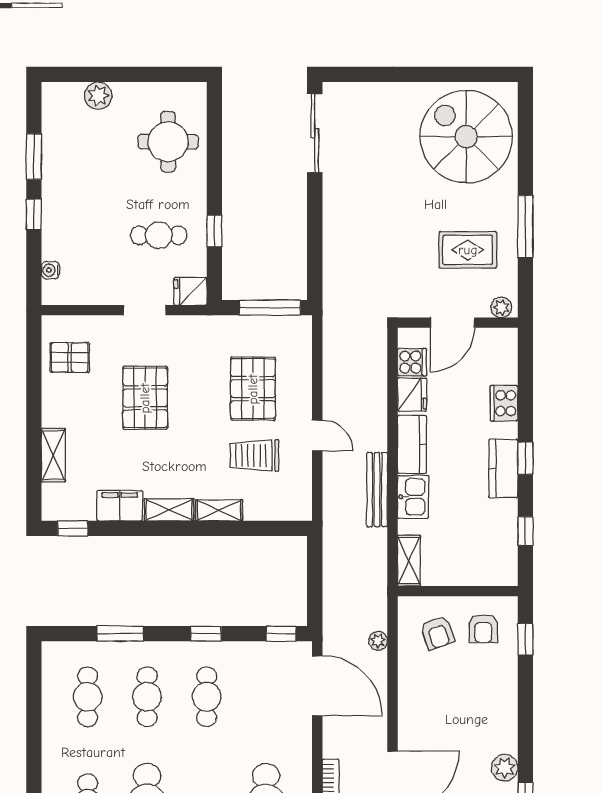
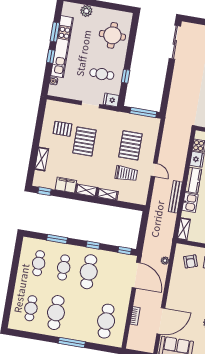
kitchen unit: (56, 188) -> (62, 47), added
pallet: (70, 358) -> (63, 129), moved
trolley: (254, 455) -> (126, 174), turned 180
cafe table: (207, 697) -> (89, 272), width x1.37, depth x1.35

